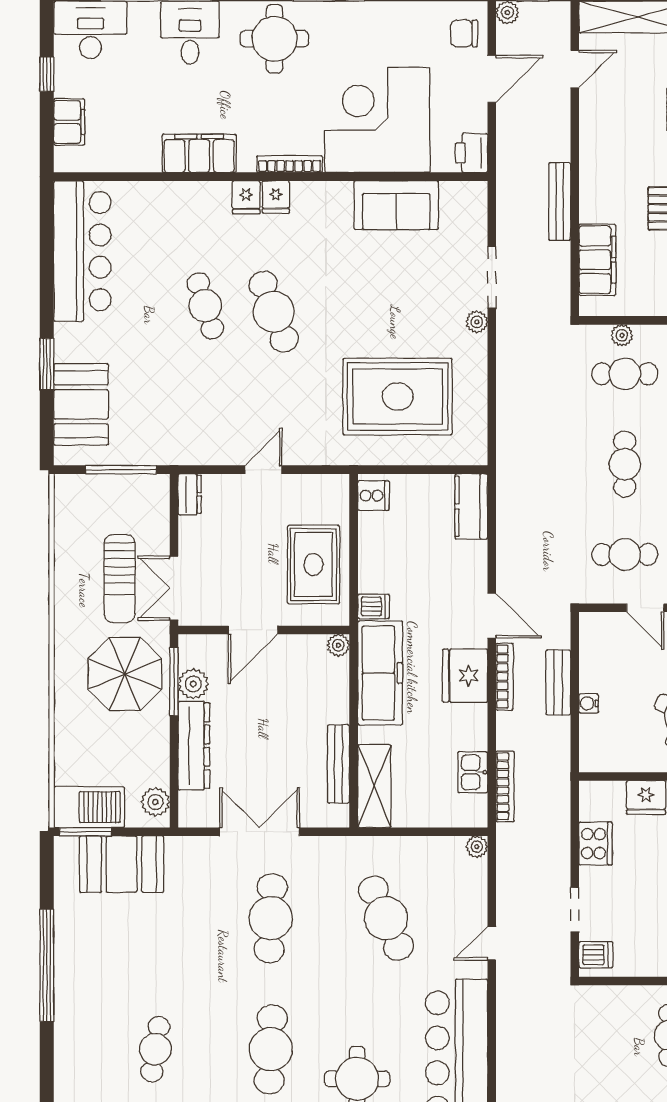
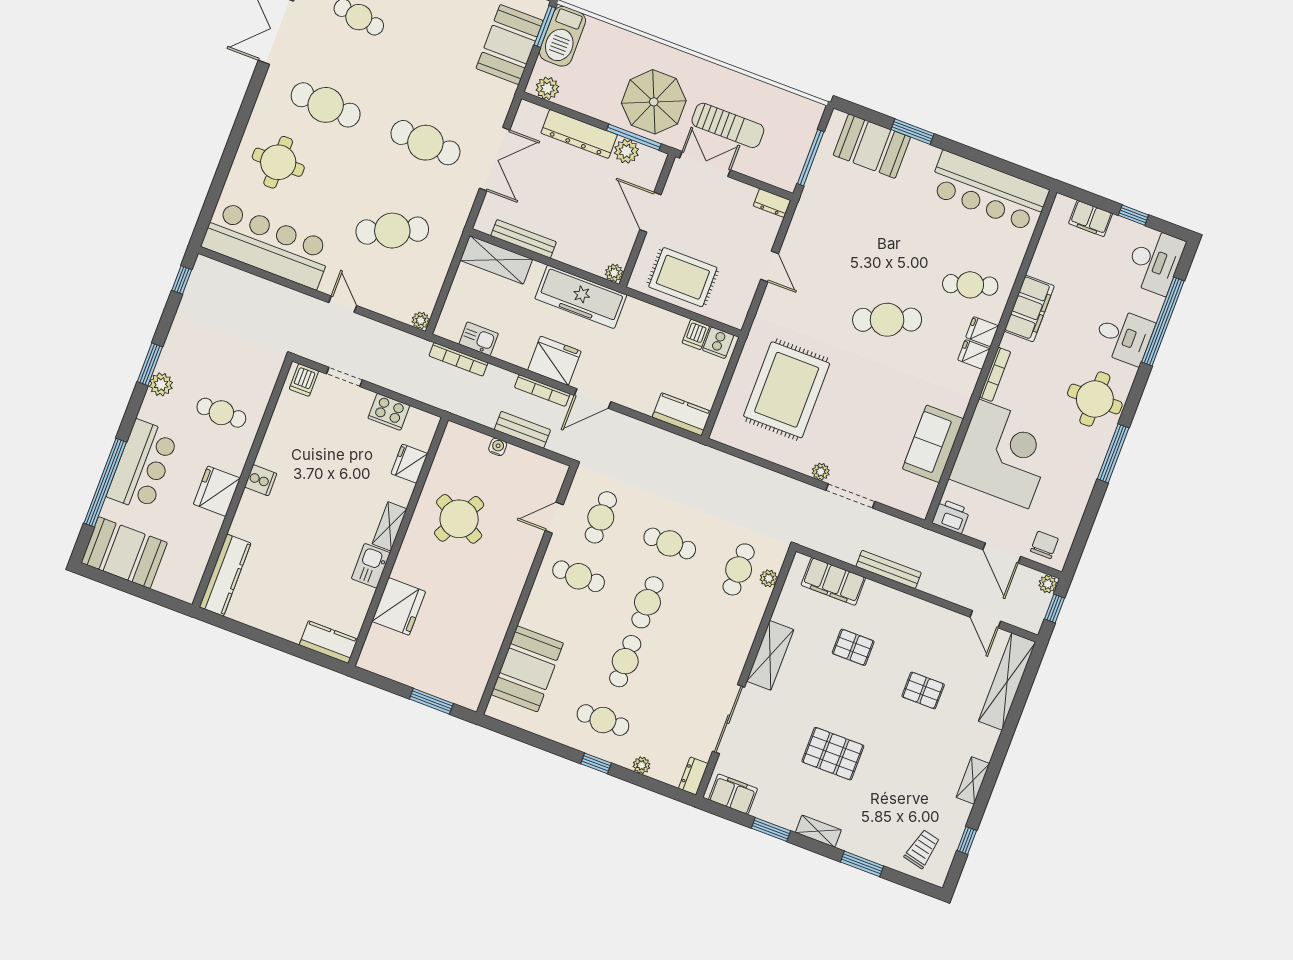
cafe table: (205, 306) -> (970, 285), moved
sun lounger: (120, 579) -> (728, 125), turned 180
dishwasher: (374, 606) -> (696, 334), moved

